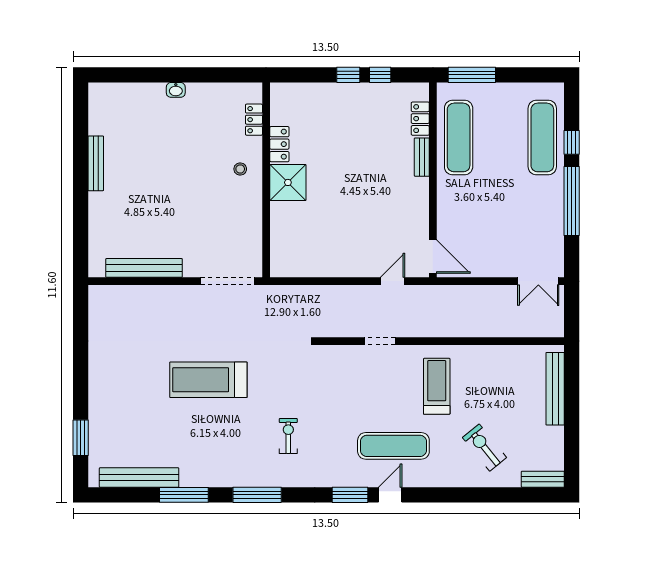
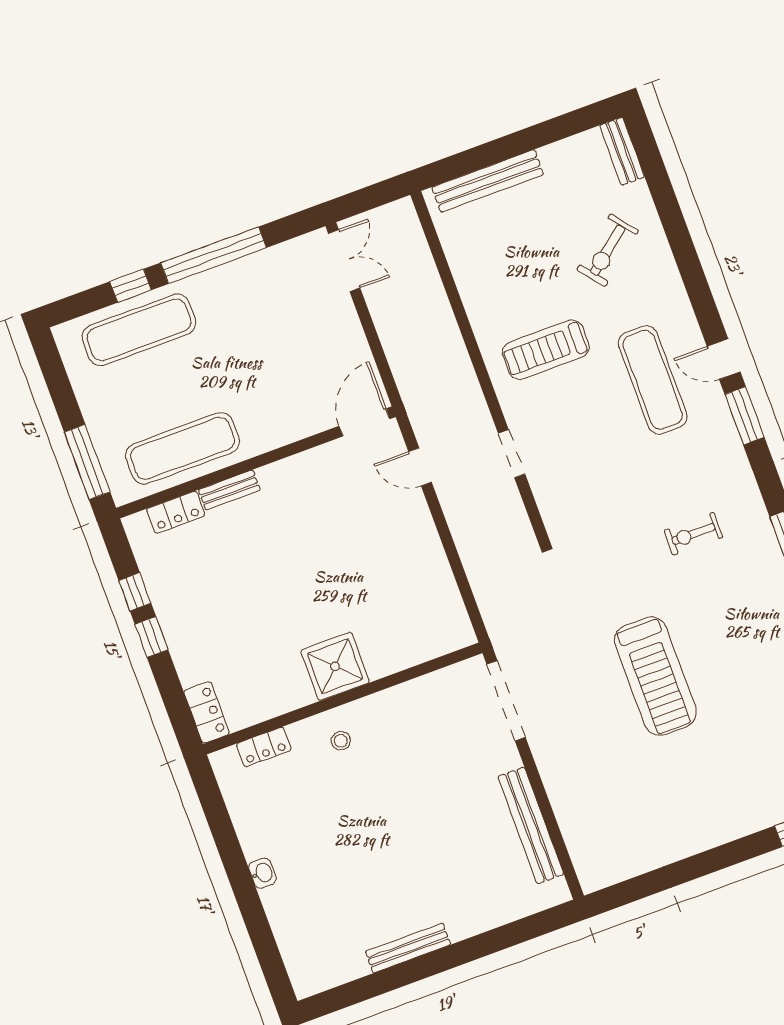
locker: (279, 144) -> (207, 712), moved, turned 90

